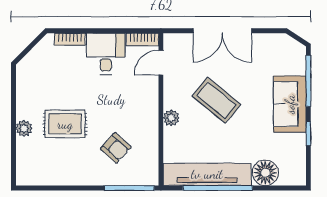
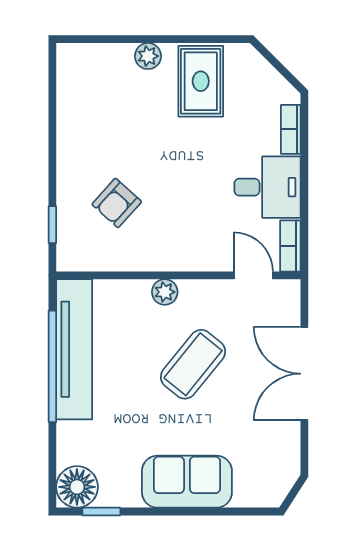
window: (308, 81) -> (224, 511), removed
rug: (65, 124) -> (201, 81), moved
window: (308, 134) -> (101, 511), moved
floor lamp: (265, 173) -> (77, 487), moved
window: (129, 188) -> (52, 225), width x0.46

